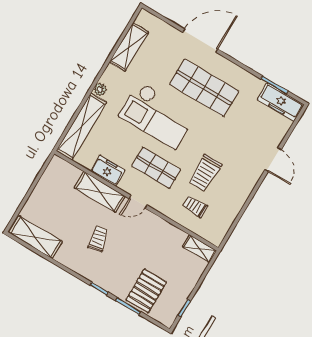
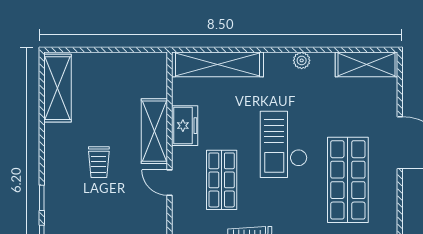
shelving: (129, 47) -> (367, 64), moved
plant: (100, 89) -> (302, 60), moved
checkout: (157, 115) -> (284, 144), width x0.73, depth x0.83
trolley: (98, 239) -> (99, 162), turned 103

